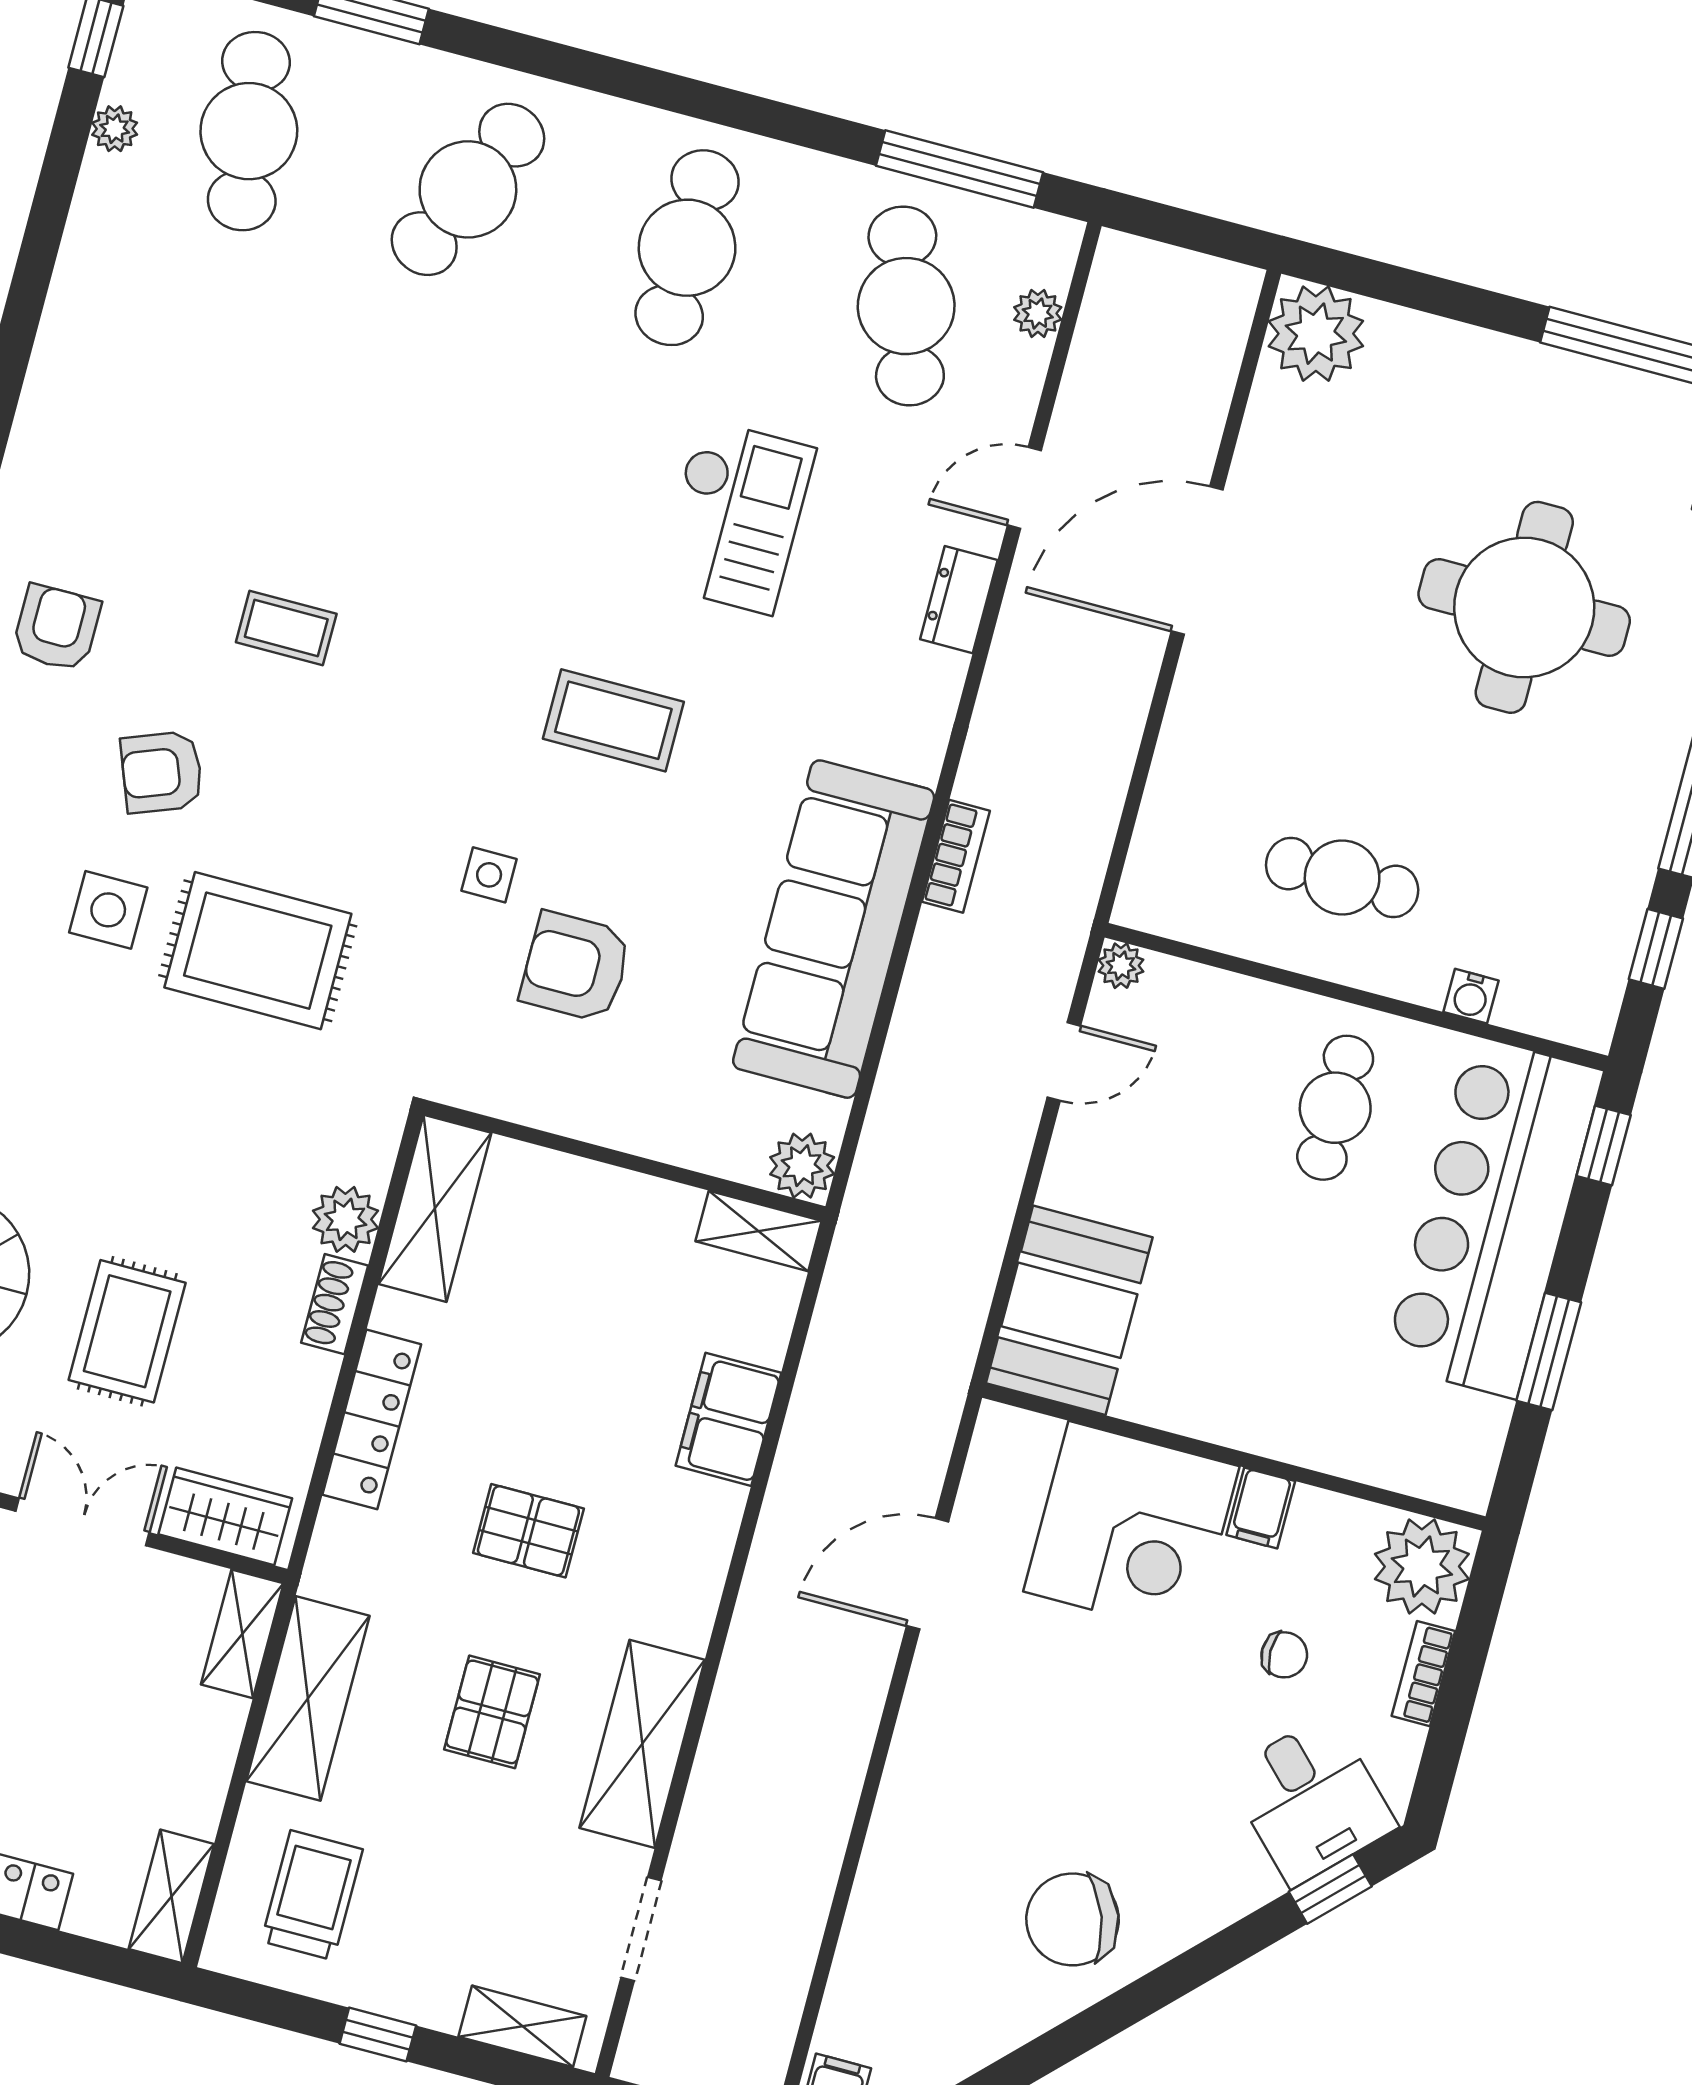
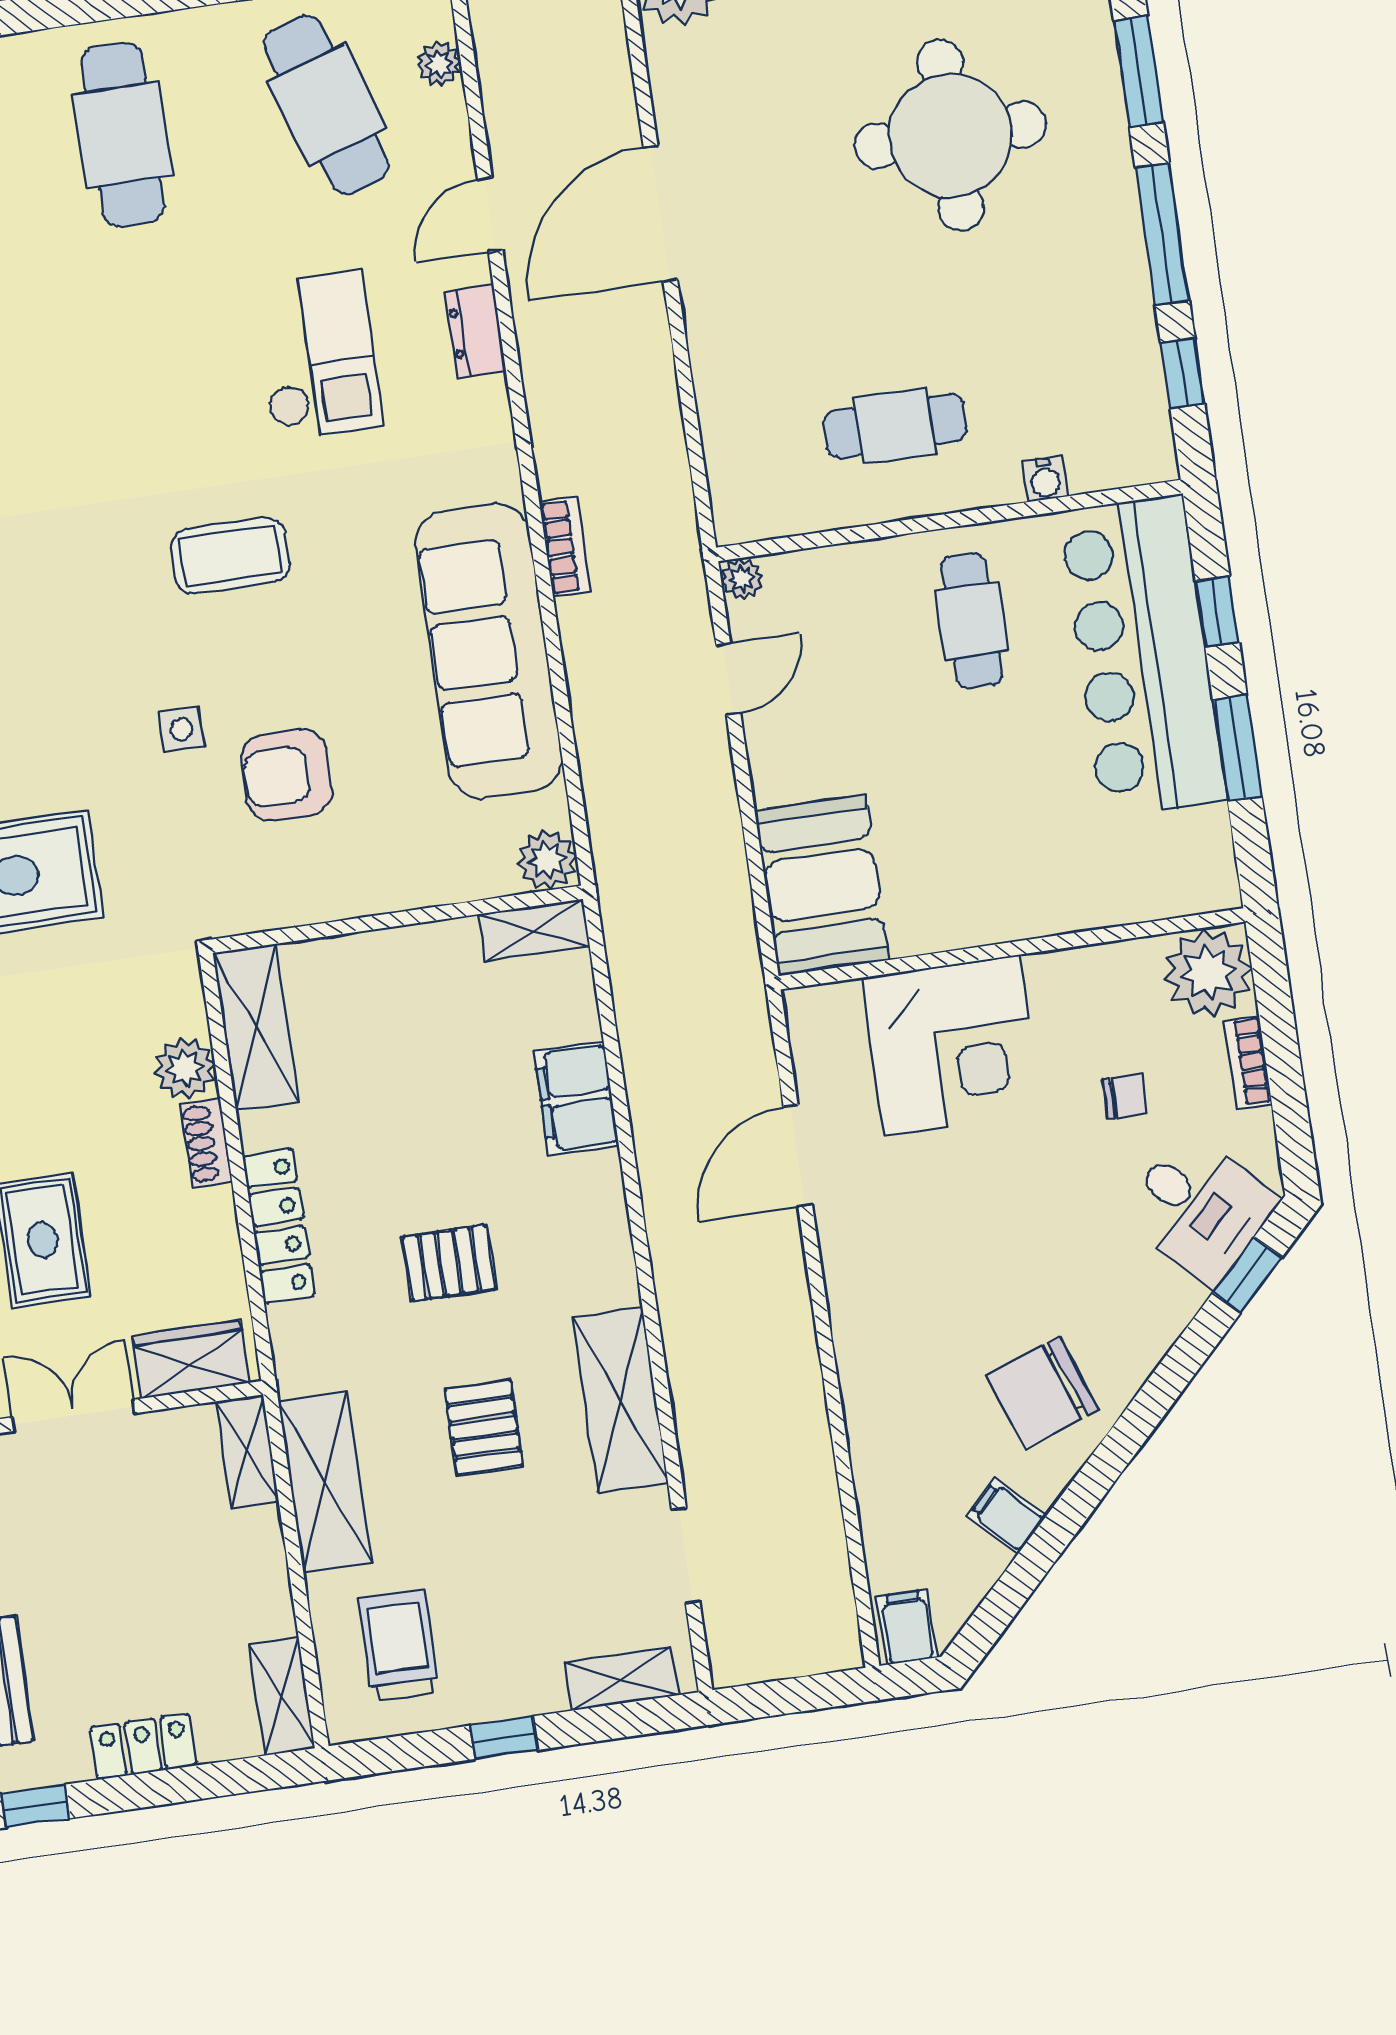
checkout: (736, 517) -> (318, 356), moved
window: (1604, 1145) -> (1217, 611), moved
filing cabinet: (1261, 1508) -> (1007, 1516), moved, turned 135

